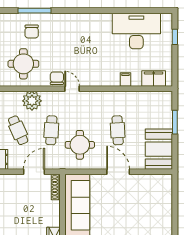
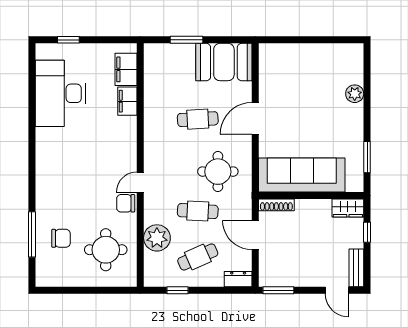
filing cabinet: (125, 79) -> (127, 101), width x2.00

